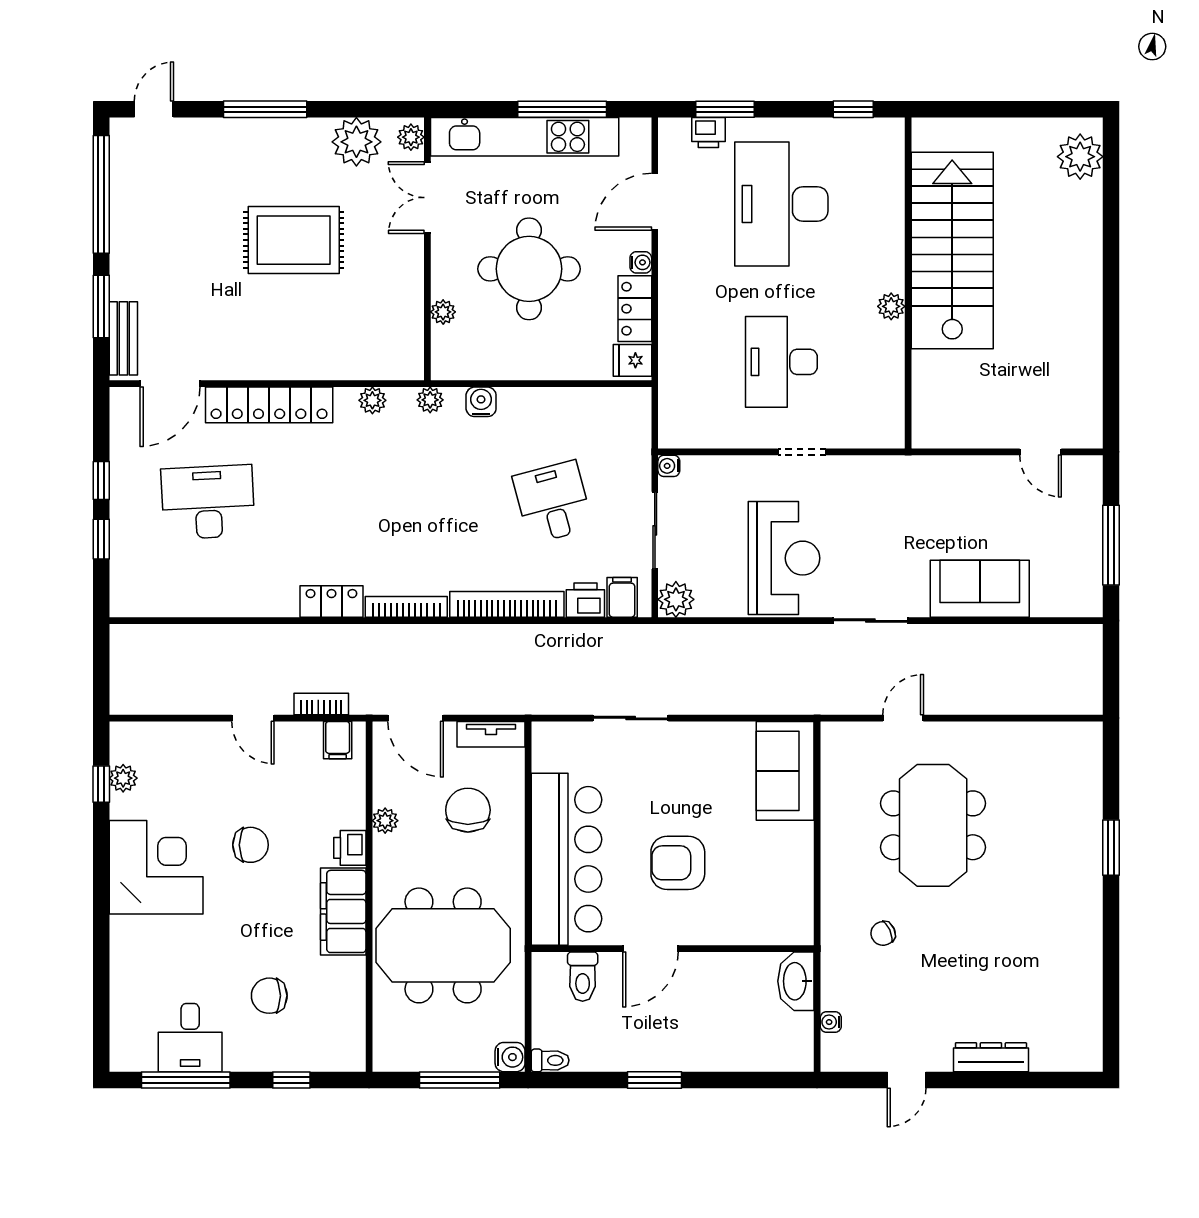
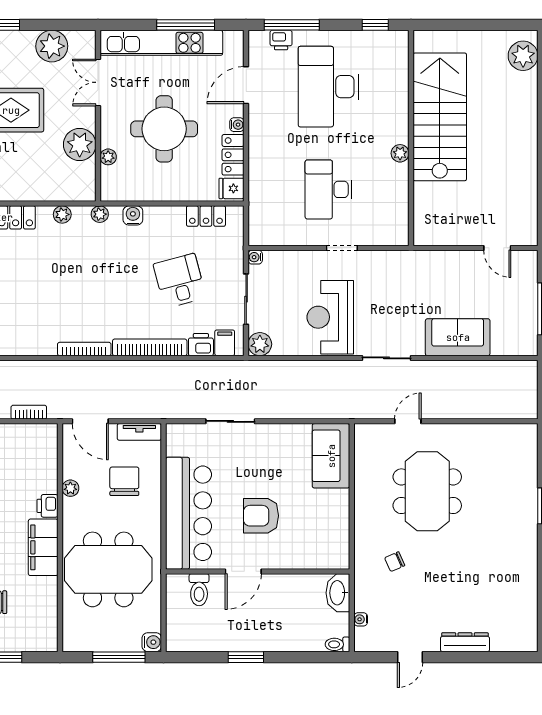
window: (725, 109) -> (292, 25), width x1.44
plant: (411, 137) -> (80, 144), moved, width x1.88, depth x1.88
reception desk: (784, 558) -> (330, 317), turned 180
locker: (331, 602) -> (206, 216), moved, turned 180
filing cabinet: (338, 740) -> (40, 436), removed
toilet: (550, 1060) -> (337, 644), moved, turned 180

